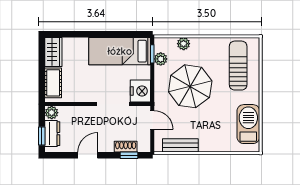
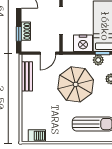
nightstand: (140, 91) -> (83, 43), moved
barbecue: (248, 124) -> (37, 136), width x0.53, depth x0.65

